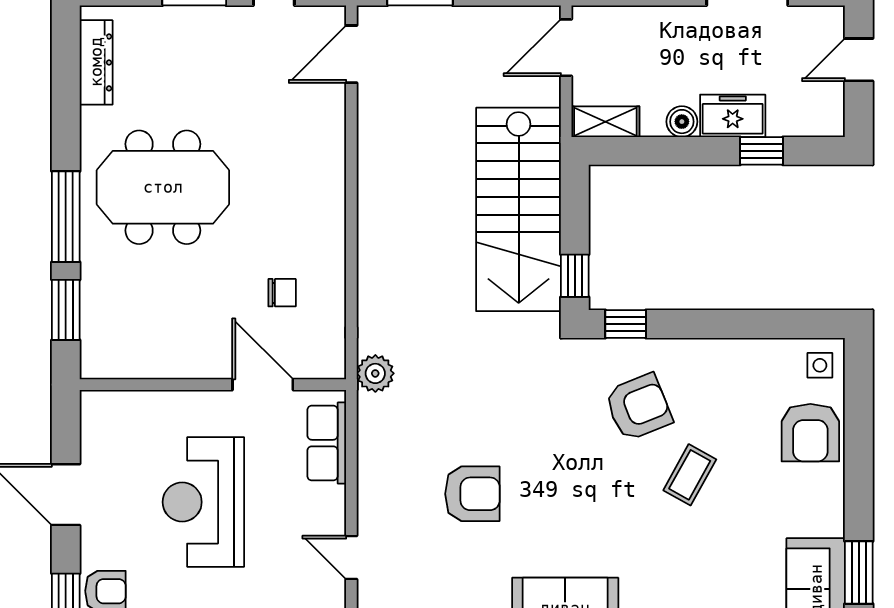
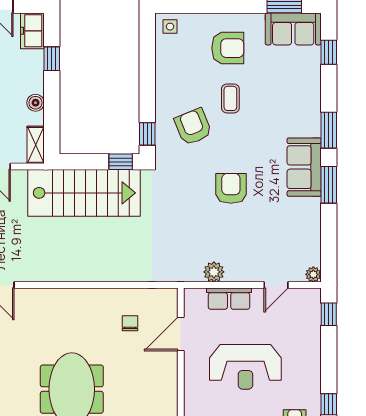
freezer: (733, 116) -> (32, 31), moved
plant: (375, 373) -> (214, 272), moved
armchair: (810, 433) -> (228, 48), moved
row of seats: (327, 443) -> (229, 299), moved
coffee table: (690, 475) -> (230, 98), turned 61
armchair: (472, 494) -> (231, 188), moved

